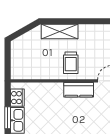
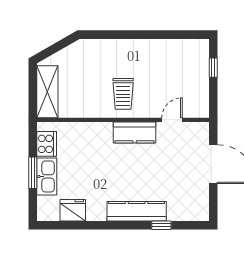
shelving: (60, 32) -> (47, 92), moved, turned 90

